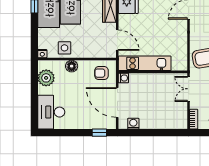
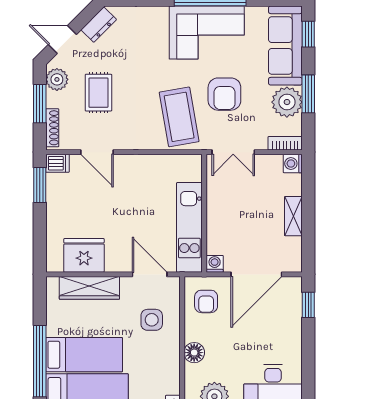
door: (117, 40) -> (150, 274), hinge flipped
side table: (64, 48) -> (152, 320), moved
washing machine: (133, 124) -> (293, 163), moved
shelving: (151, 124) -> (293, 216), added

